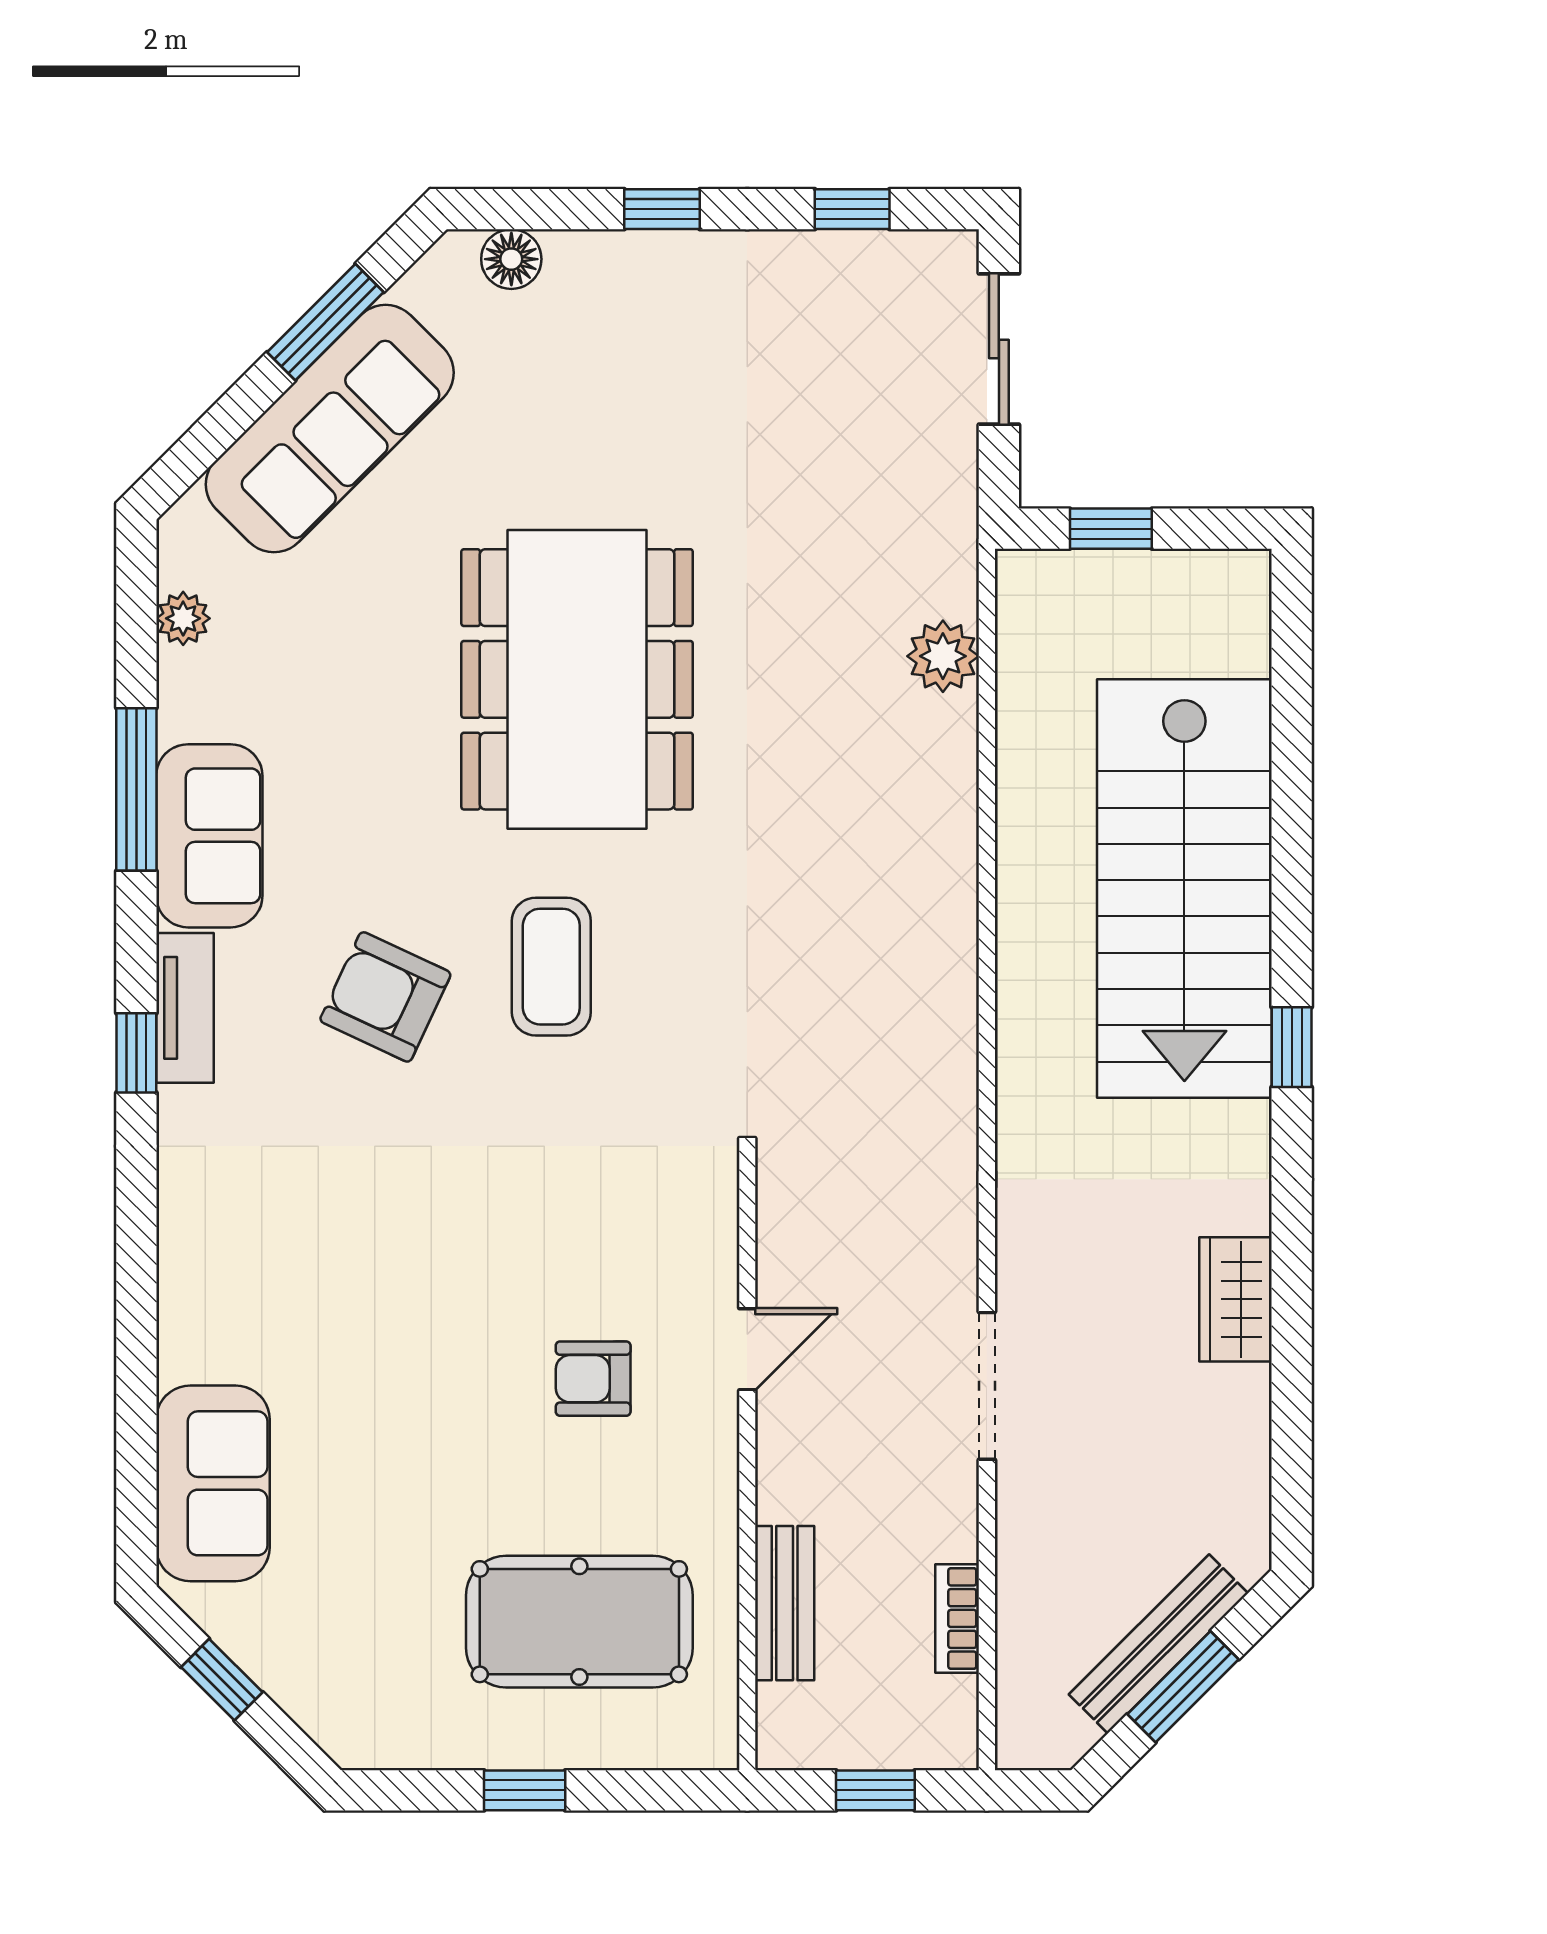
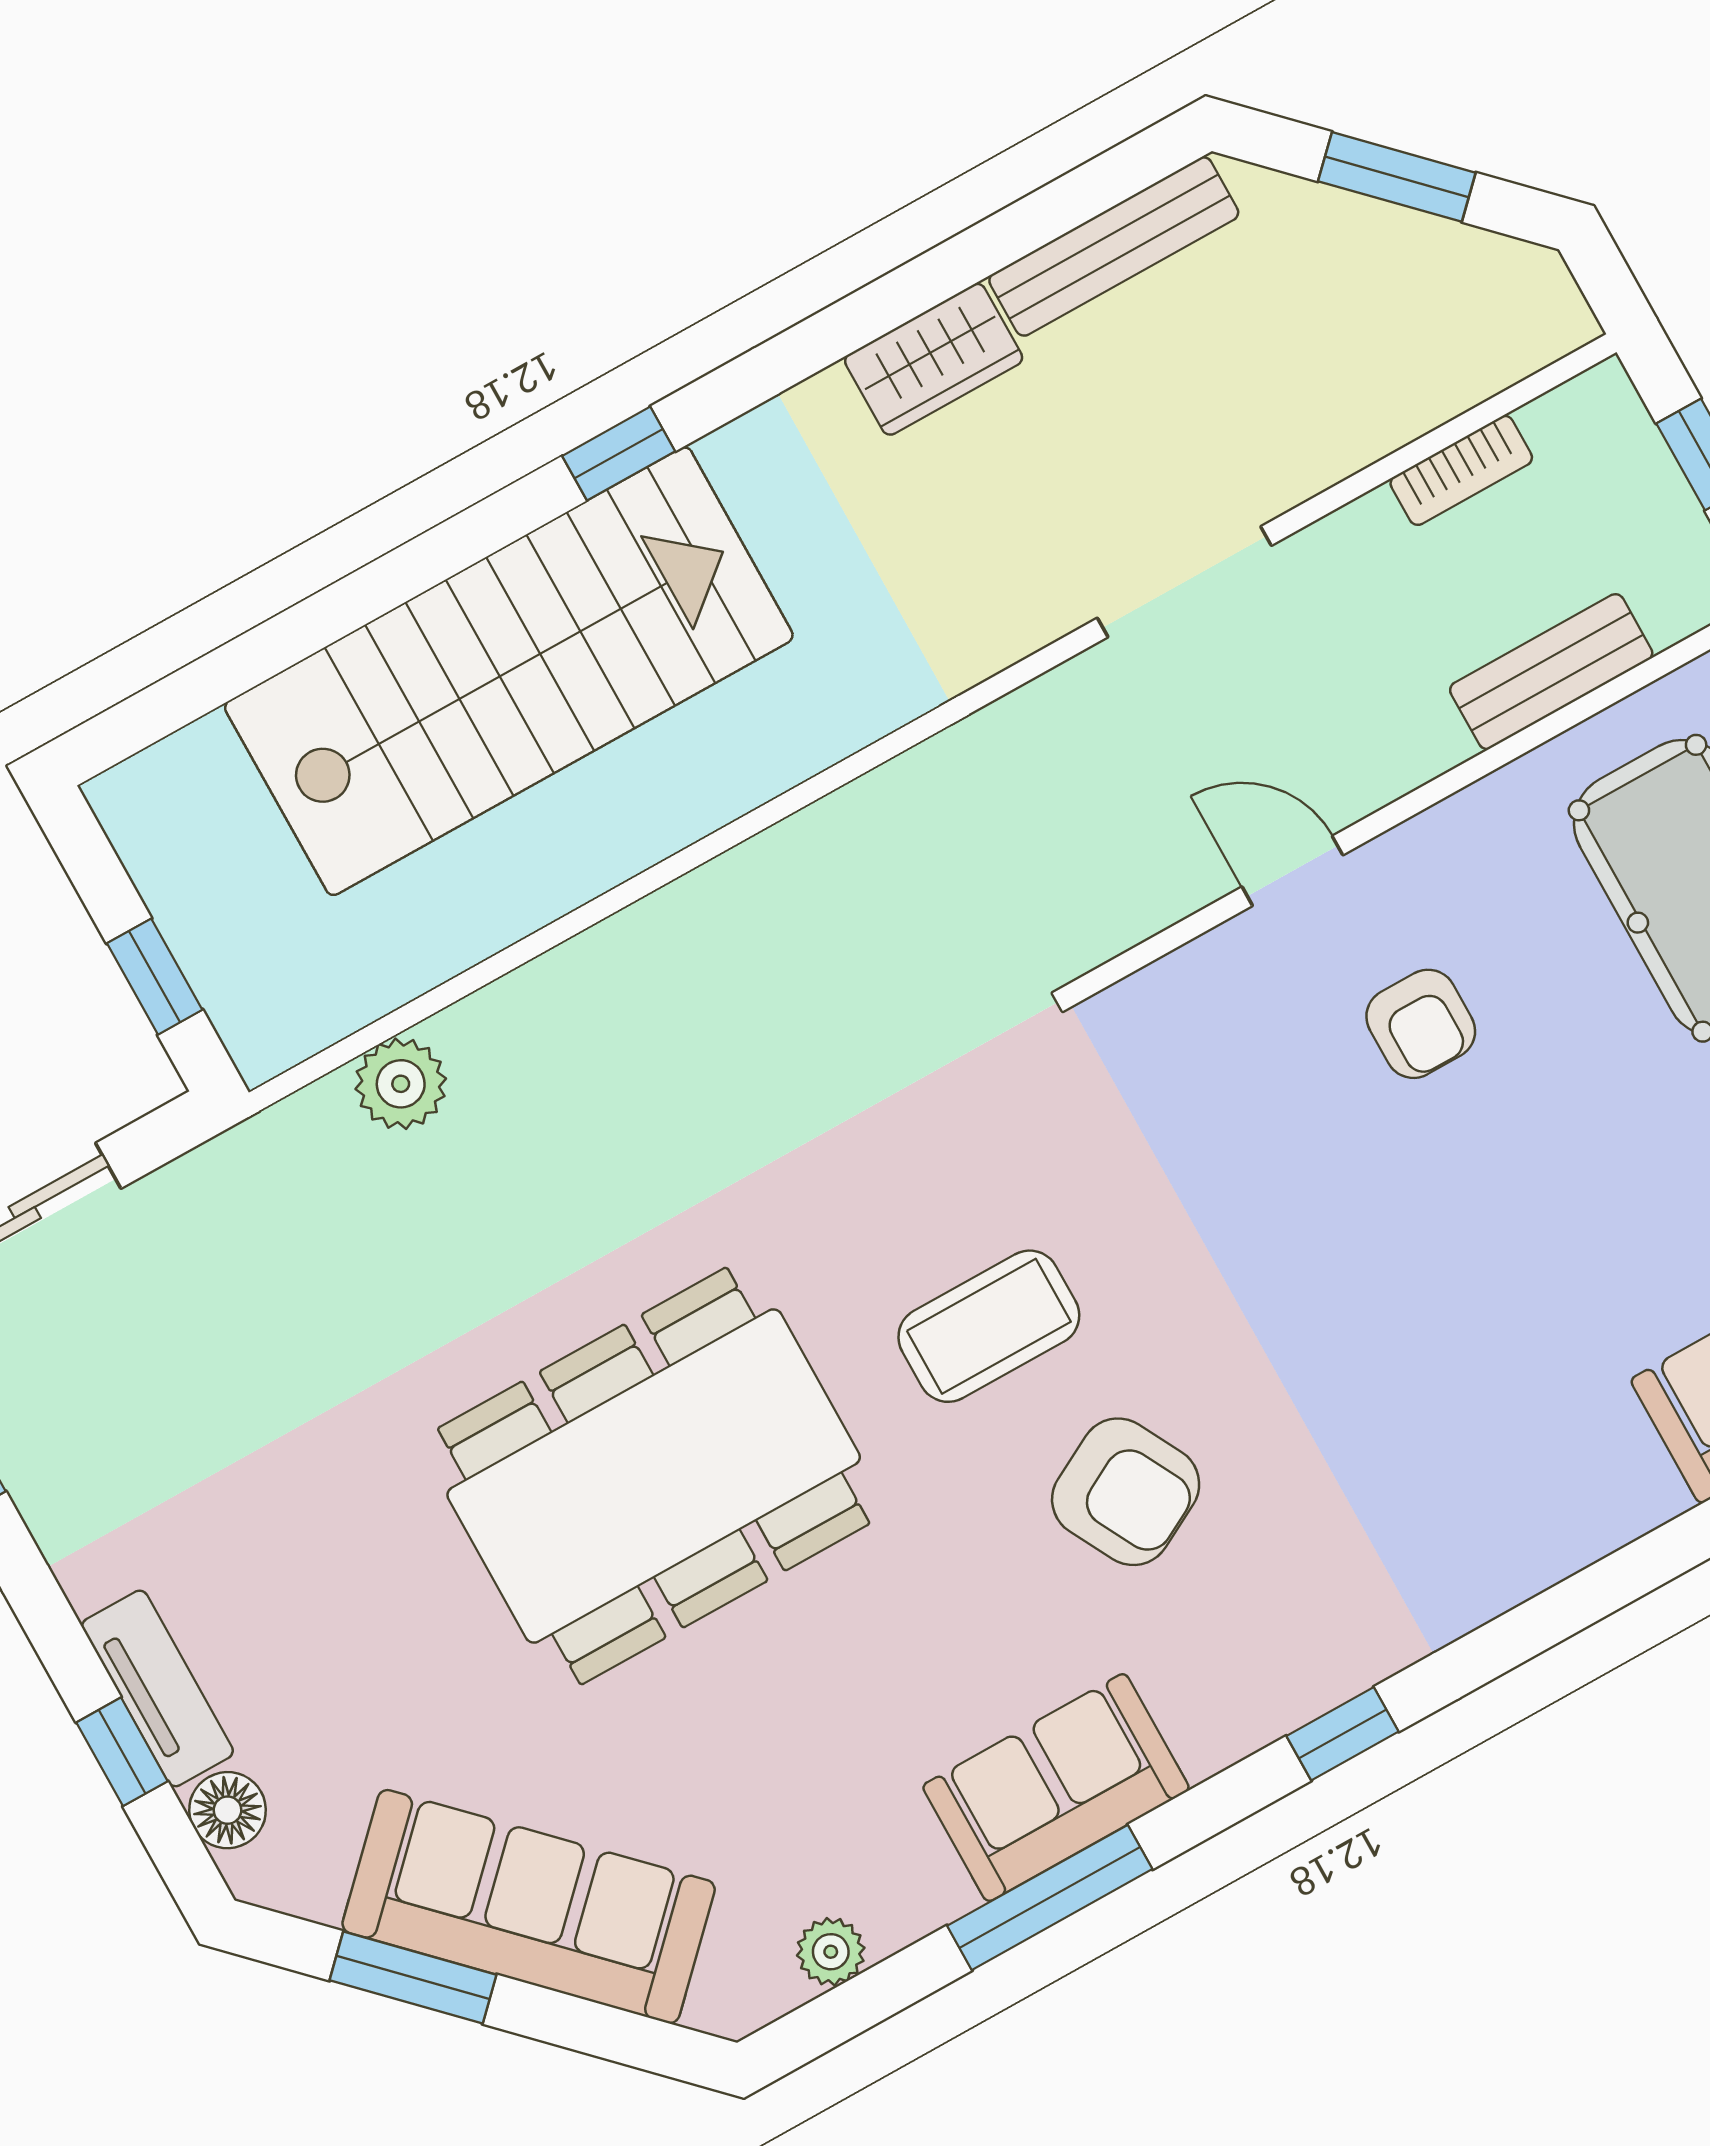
window: (662, 209) -> (122, 1752), moved
armchair: (385, 997) -> (1126, 1492), turned -53
tv unit: (185, 1008) -> (157, 1688), moved, turned 90
bench: (1158, 1644) -> (1114, 246), moved, turned -45

